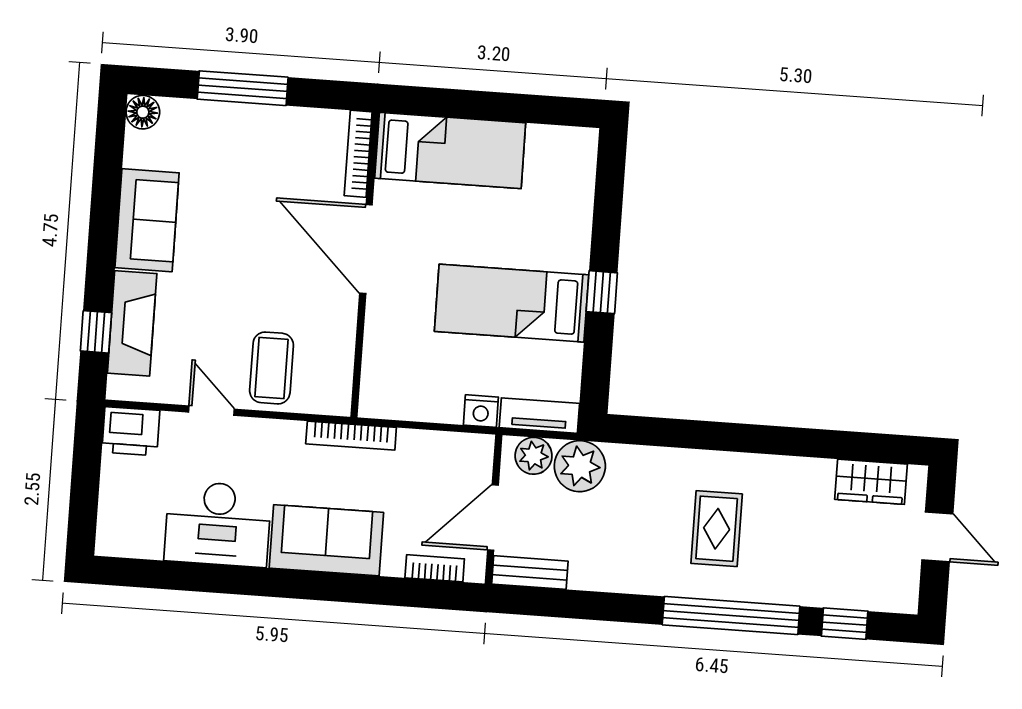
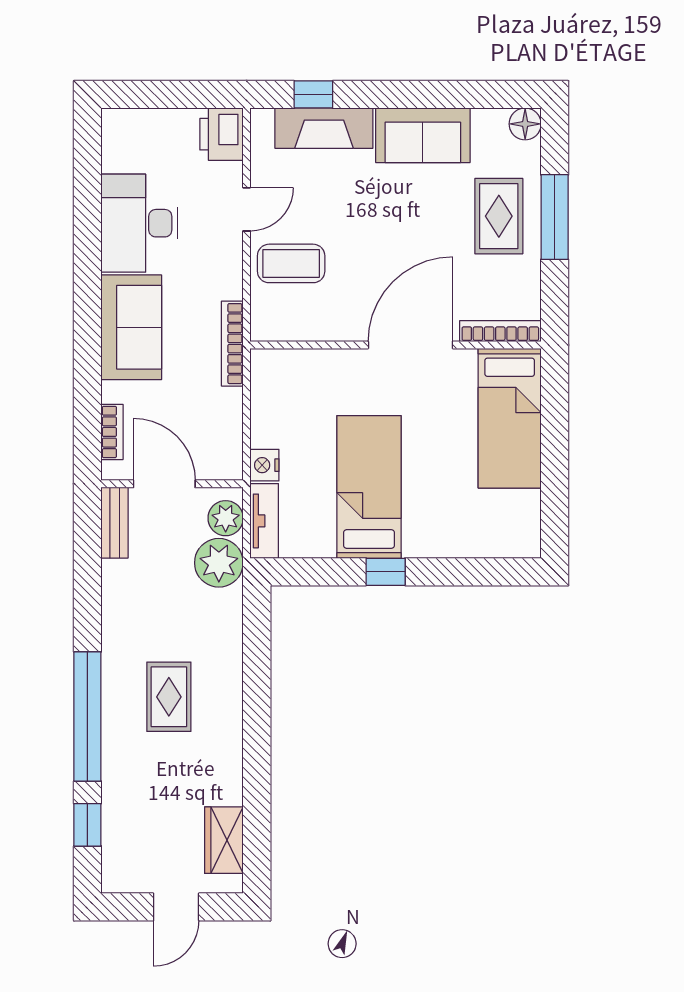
rug: (238, 147) -> (499, 216), added
rug: (717, 529) -> (169, 697), turned 90

